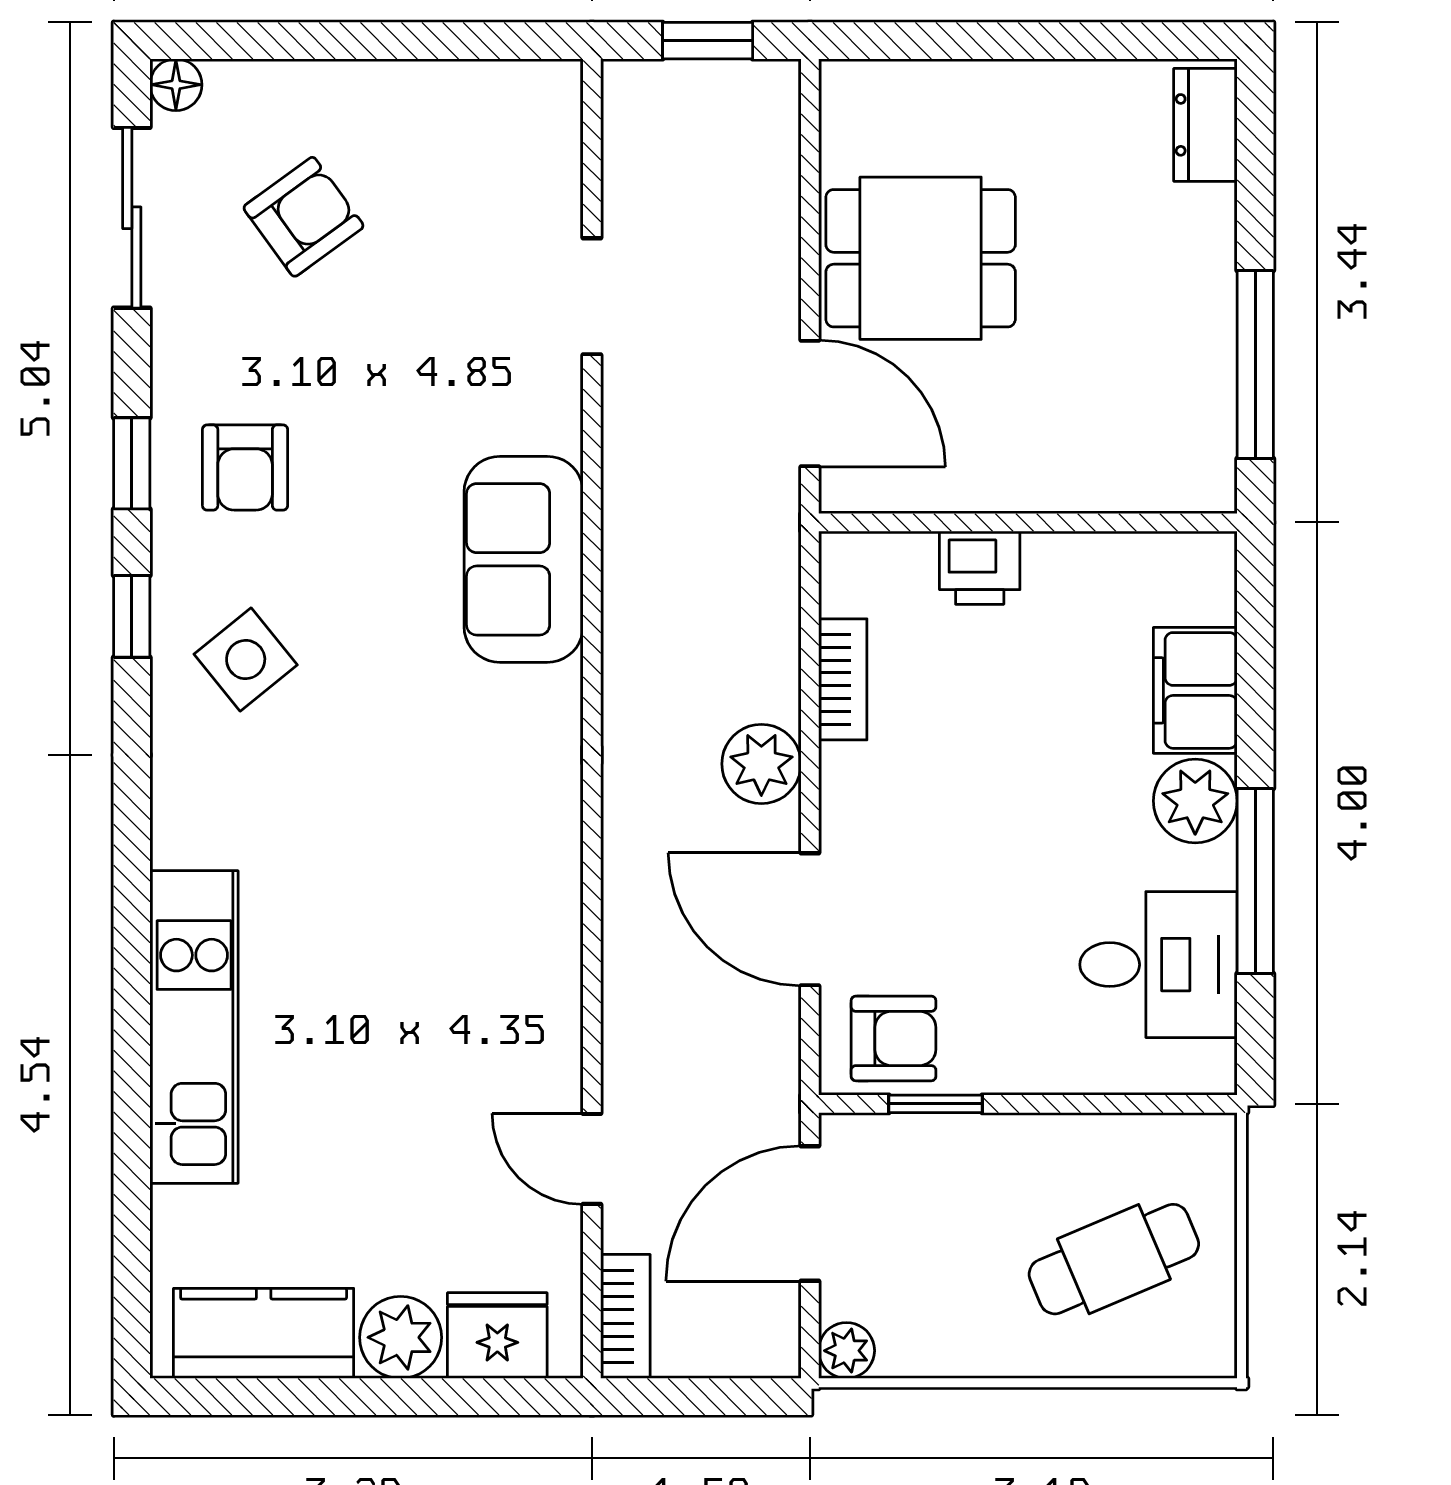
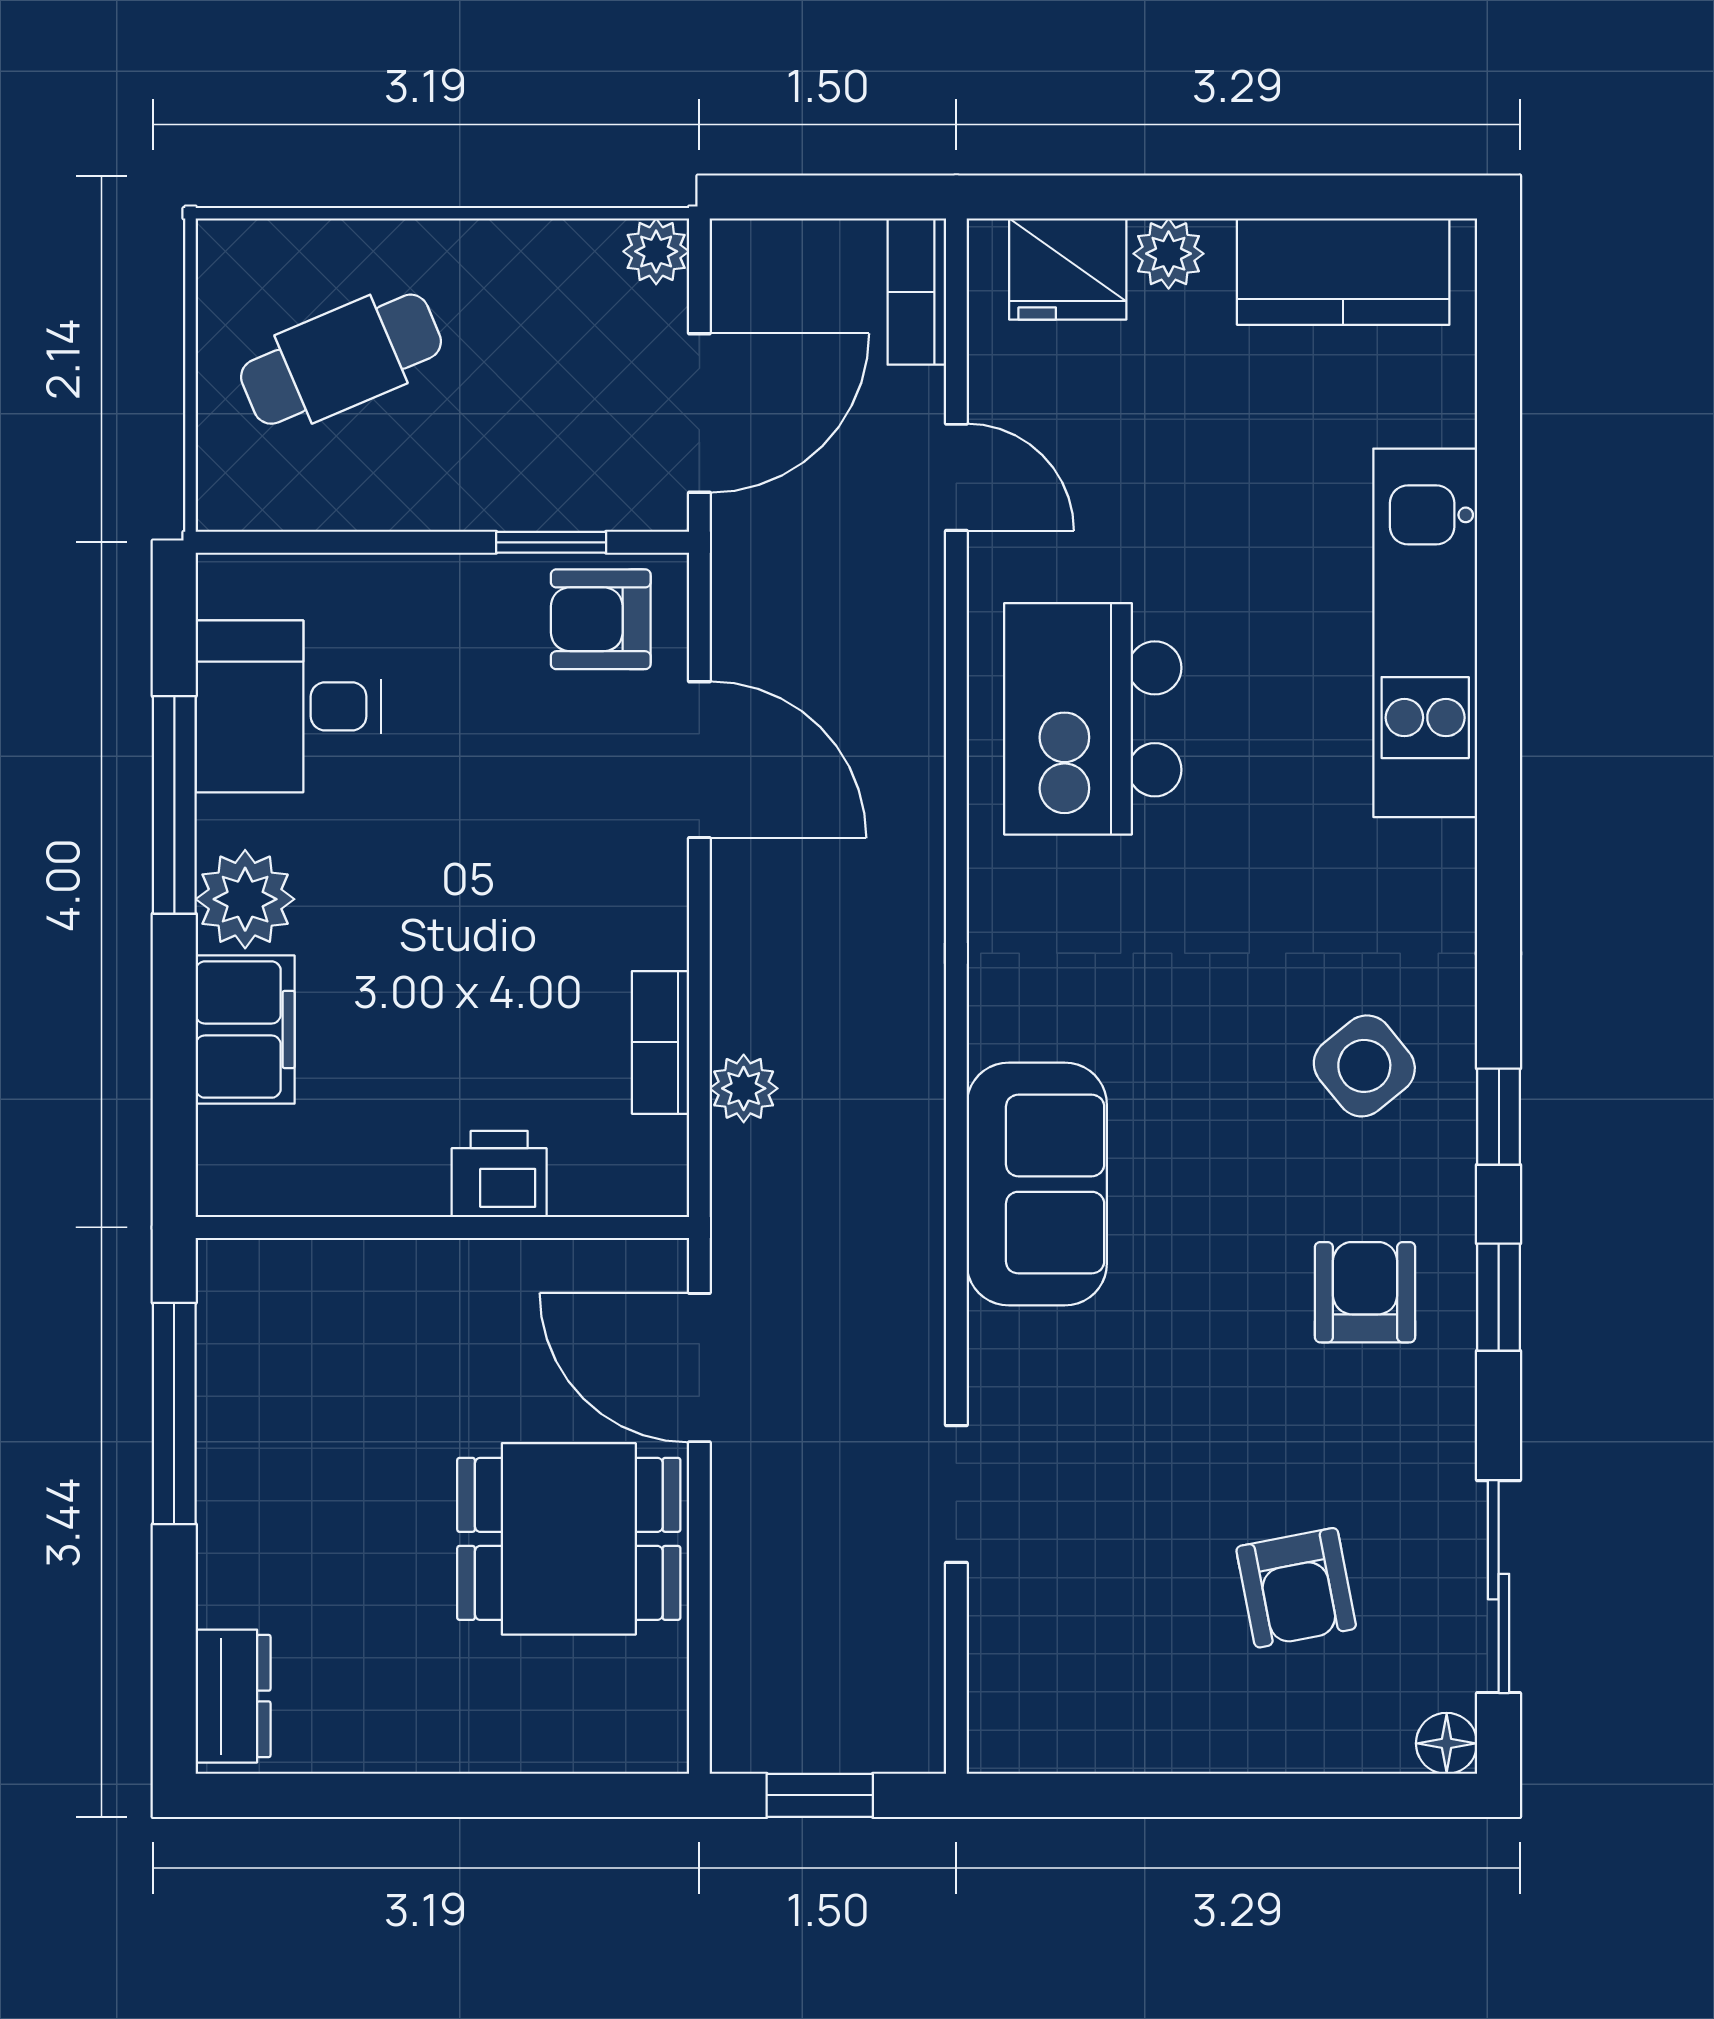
armchair: (303, 217) -> (1296, 1588), turned -65
plant: (761, 764) -> (744, 1088), moved, width x0.73, depth x0.73
kitchen island: (476, 954) -> (1093, 719), added
plant: (401, 1337) -> (1169, 254), width x0.73, depth x0.73

